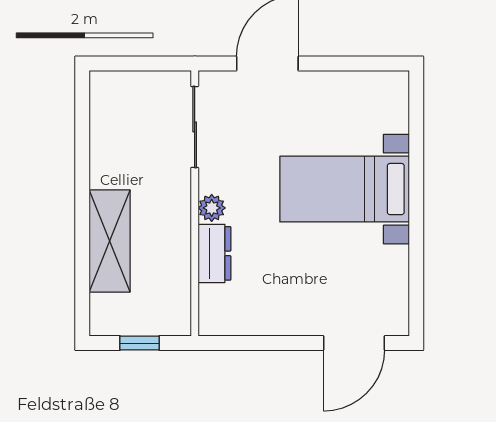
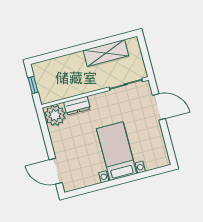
plant: (212, 208) -> (55, 115), moved, width x1.88, depth x1.88
shelving: (110, 241) -> (106, 53), moved

